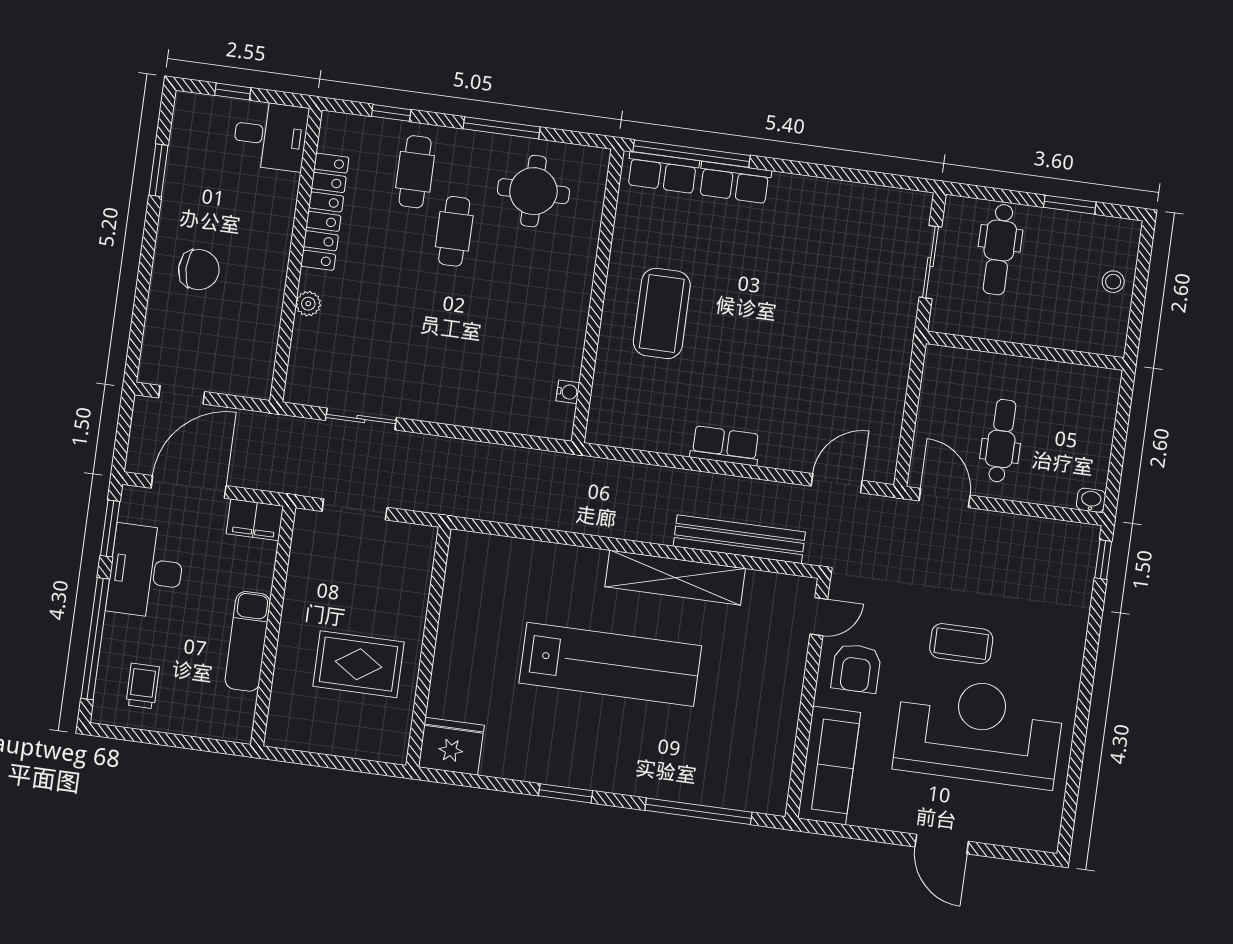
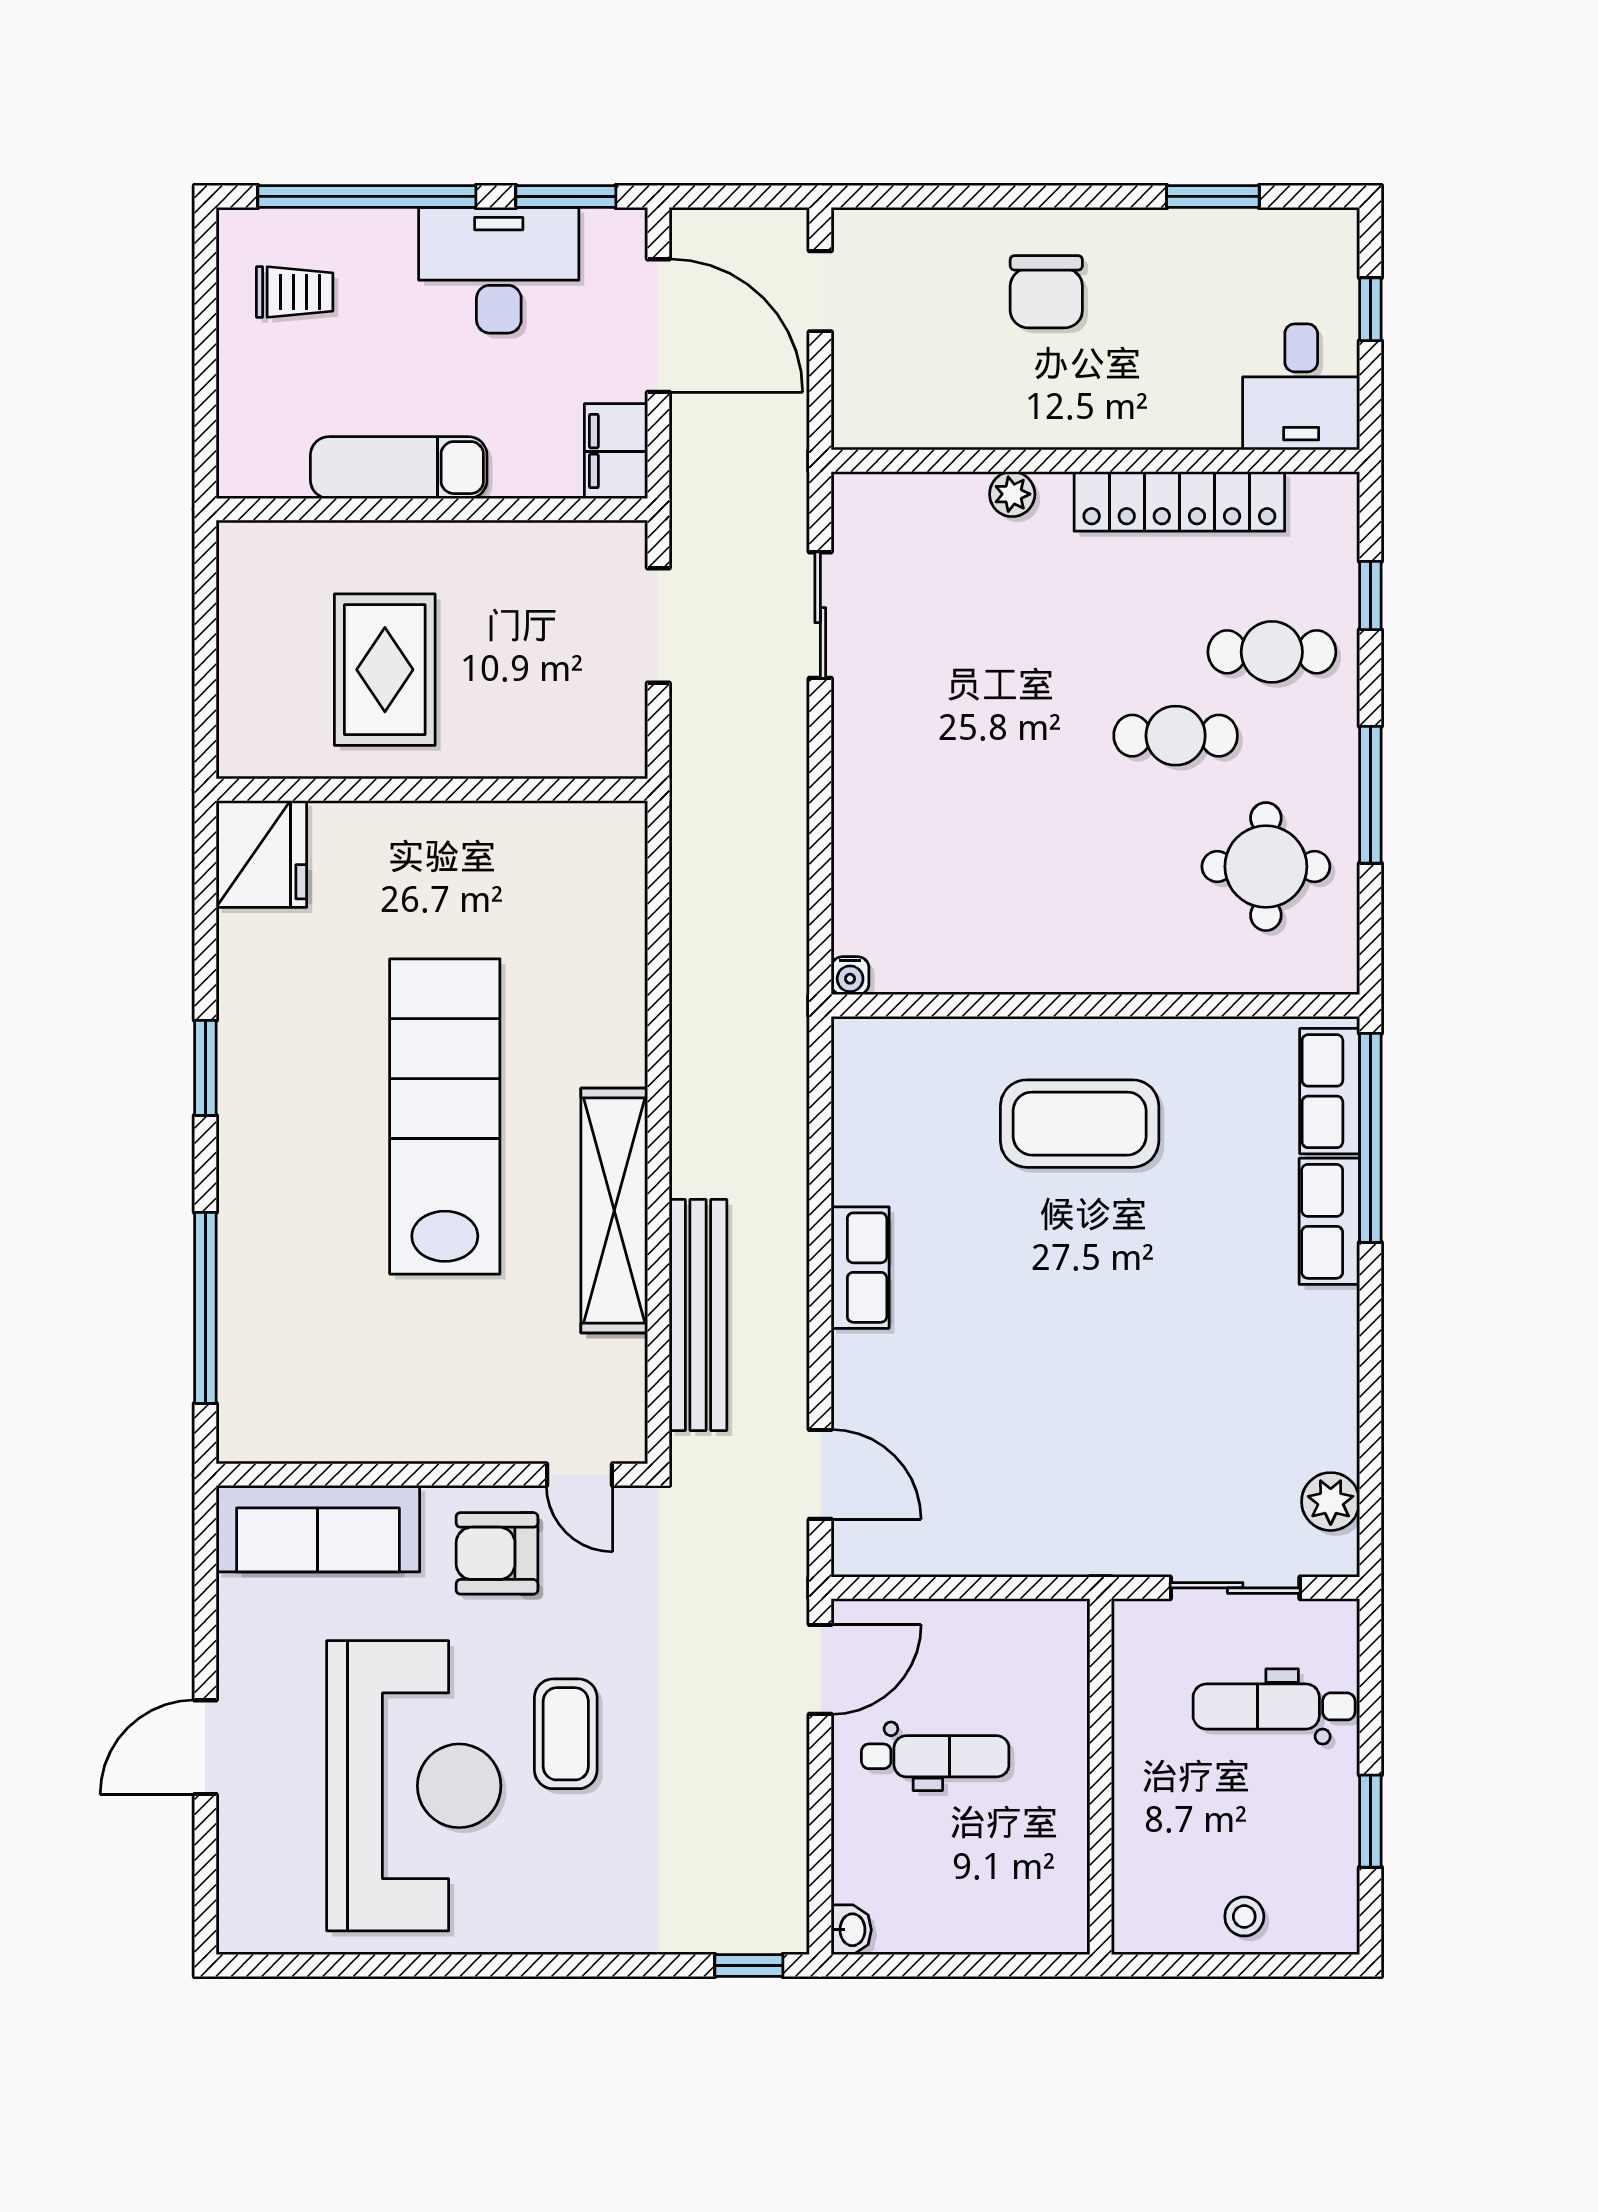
plant: (890, 203) -> (1331, 1502), added
water cooler: (568, 392) -> (850, 976), moved
lab bench: (610, 664) -> (445, 1116), turned 180

